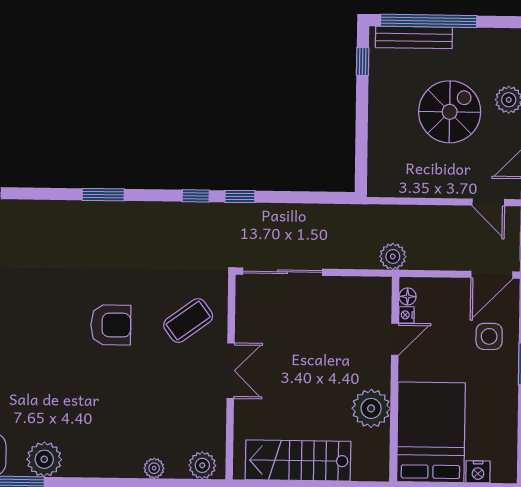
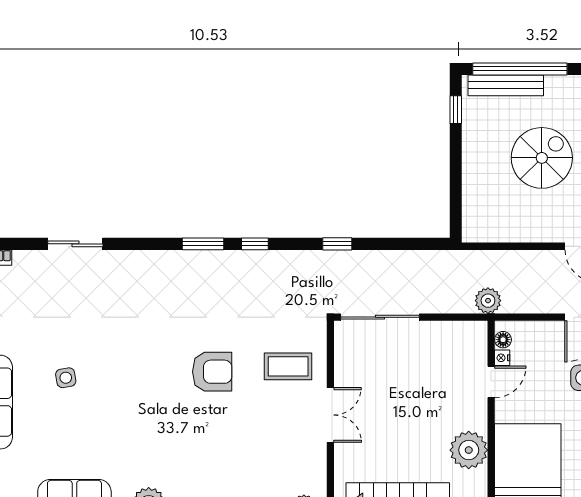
window: (196, 196) -> (255, 244), moved
coffee table: (188, 321) -> (288, 366), turned 36

